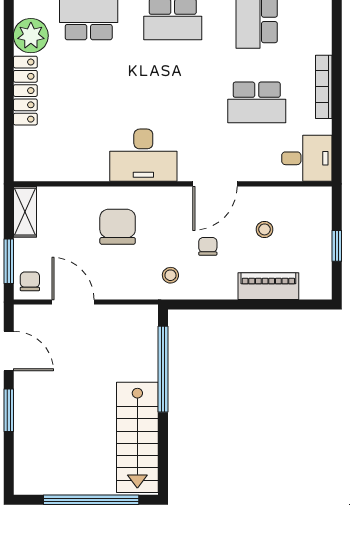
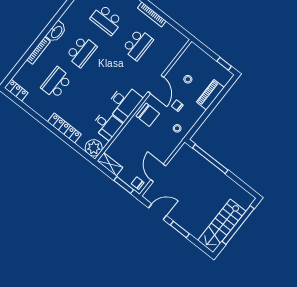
plant: (31, 36) -> (94, 148), moved
desk: (307, 158) -> (107, 125), moved, turned 90
chair: (118, 227) -> (148, 115), moved, turned 180
window: (337, 246) -> (224, 64), moved
door: (73, 302) -> (158, 173), hinge flipped
stairs: (137, 437) -> (222, 226), moved, turned 90

